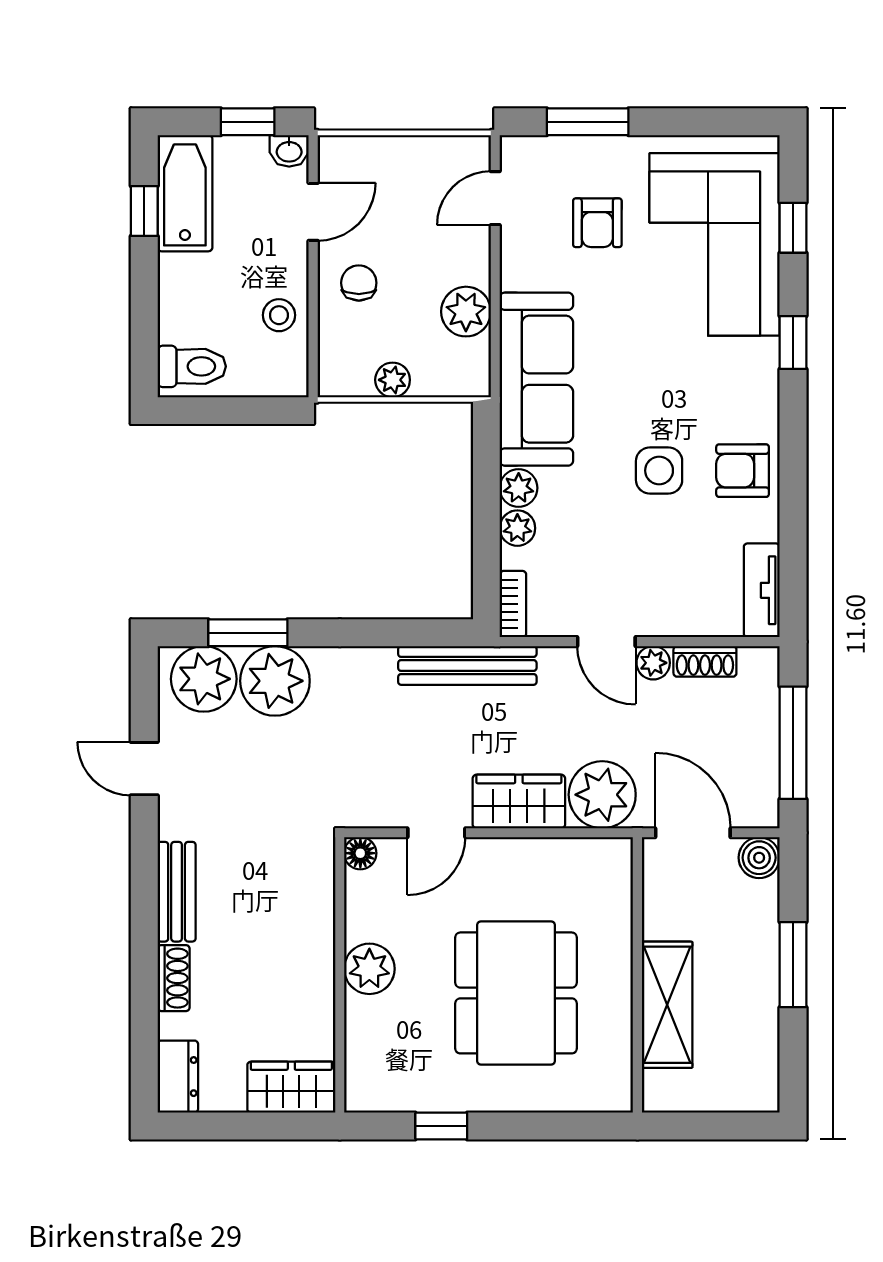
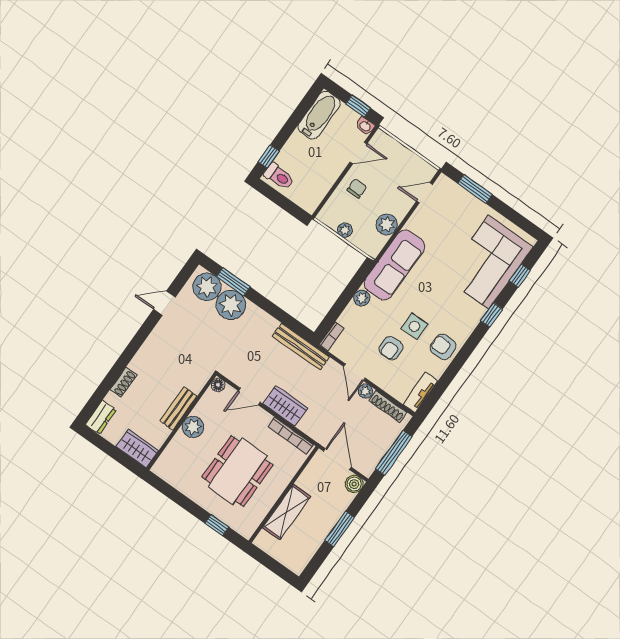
window: (144, 211) -> (269, 156), moved
armchair: (597, 223) -> (391, 348), moved
stool: (279, 315) -> (322, 180), removed
plant: (517, 528) -> (352, 312), removed
shoe rack: (705, 661) -> (388, 407), width x1.43
door: (144, 769) -> (164, 303), hinge flipped
plant: (602, 795) -> (316, 424), removed
bookcase: (570, 852) -> (291, 436), added
bench: (177, 892) -> (178, 409), moved
window: (441, 1126) -> (217, 525), moved

